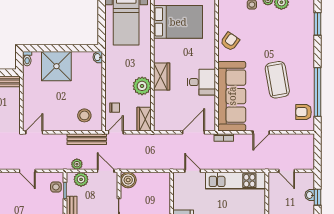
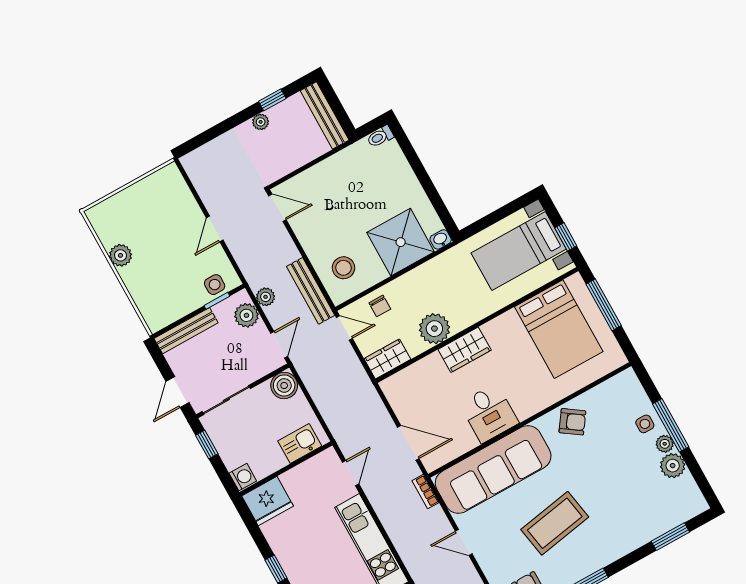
shower: (56, 66) -> (401, 242), moved
kitchen sink: (163, 189) -> (300, 444), added

